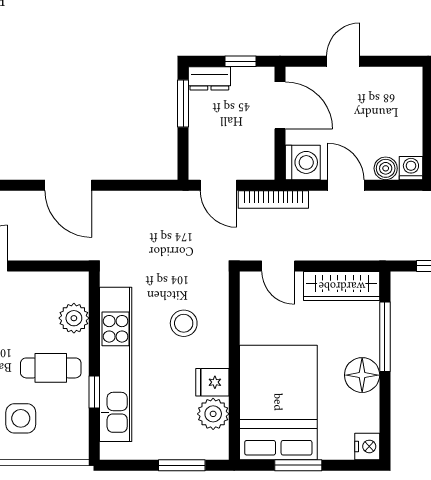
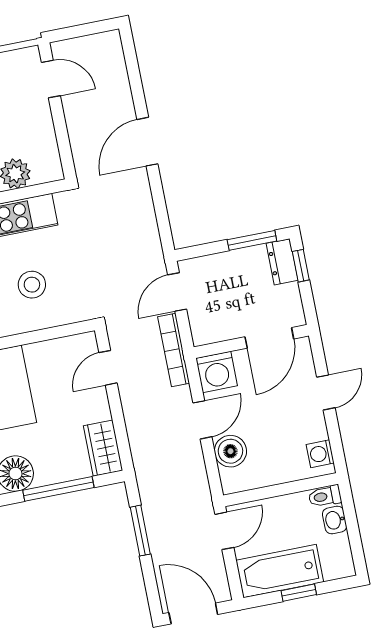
window: (240, 61) -> (301, 266), moved
door: (343, 61) -> (326, 392), hinge flipped
boiler: (386, 168) -> (230, 451), width x1.36, depth x1.36
washing machine: (411, 168) -> (320, 454), moved, turned 180
wardrobe: (342, 286) -> (103, 448), width x0.67

